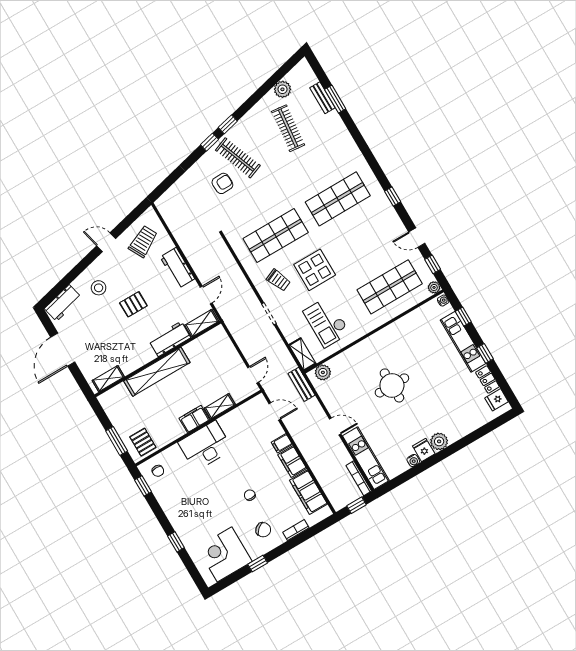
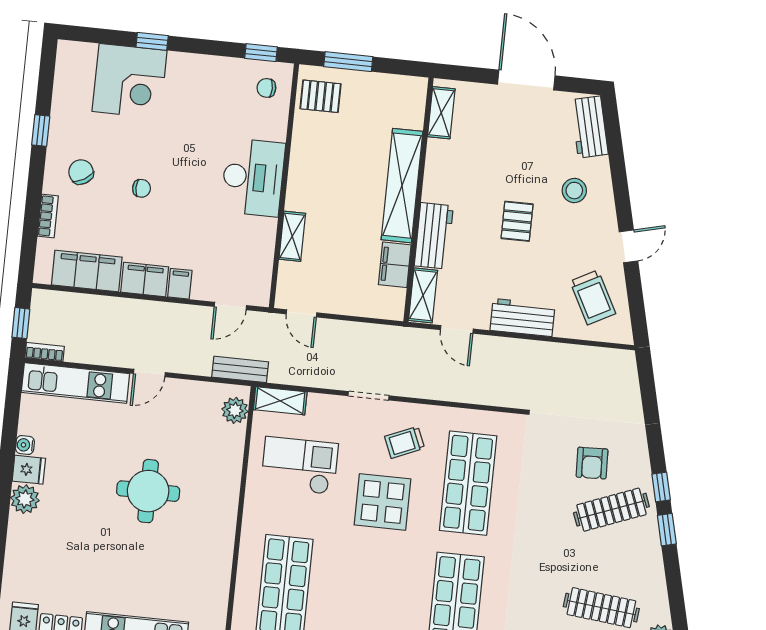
filing cabinet: (194, 419) -> (395, 265), moved, turned 180
bookcase: (359, 478) -> (45, 352), width x0.64
chair: (263, 530) -> (81, 172), turned 99
corner desk: (224, 554) -> (130, 81), moved, turned 90

